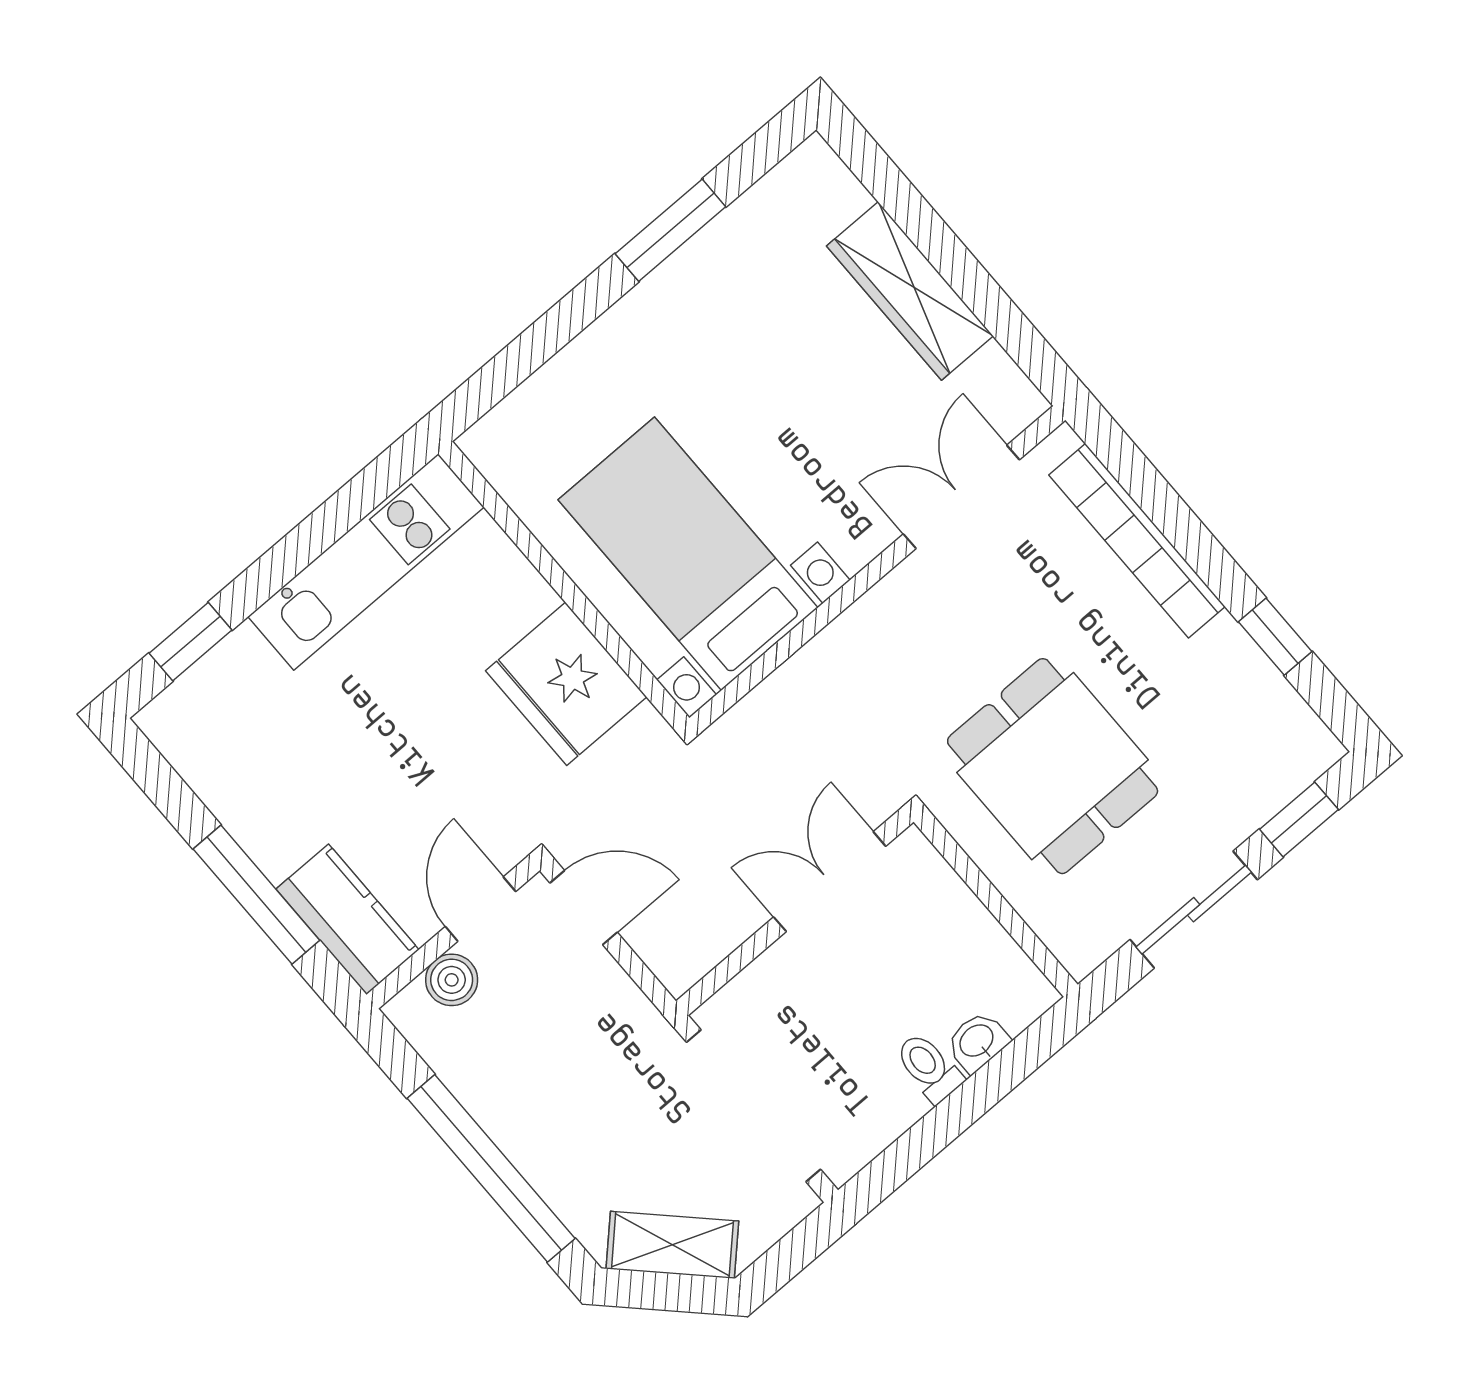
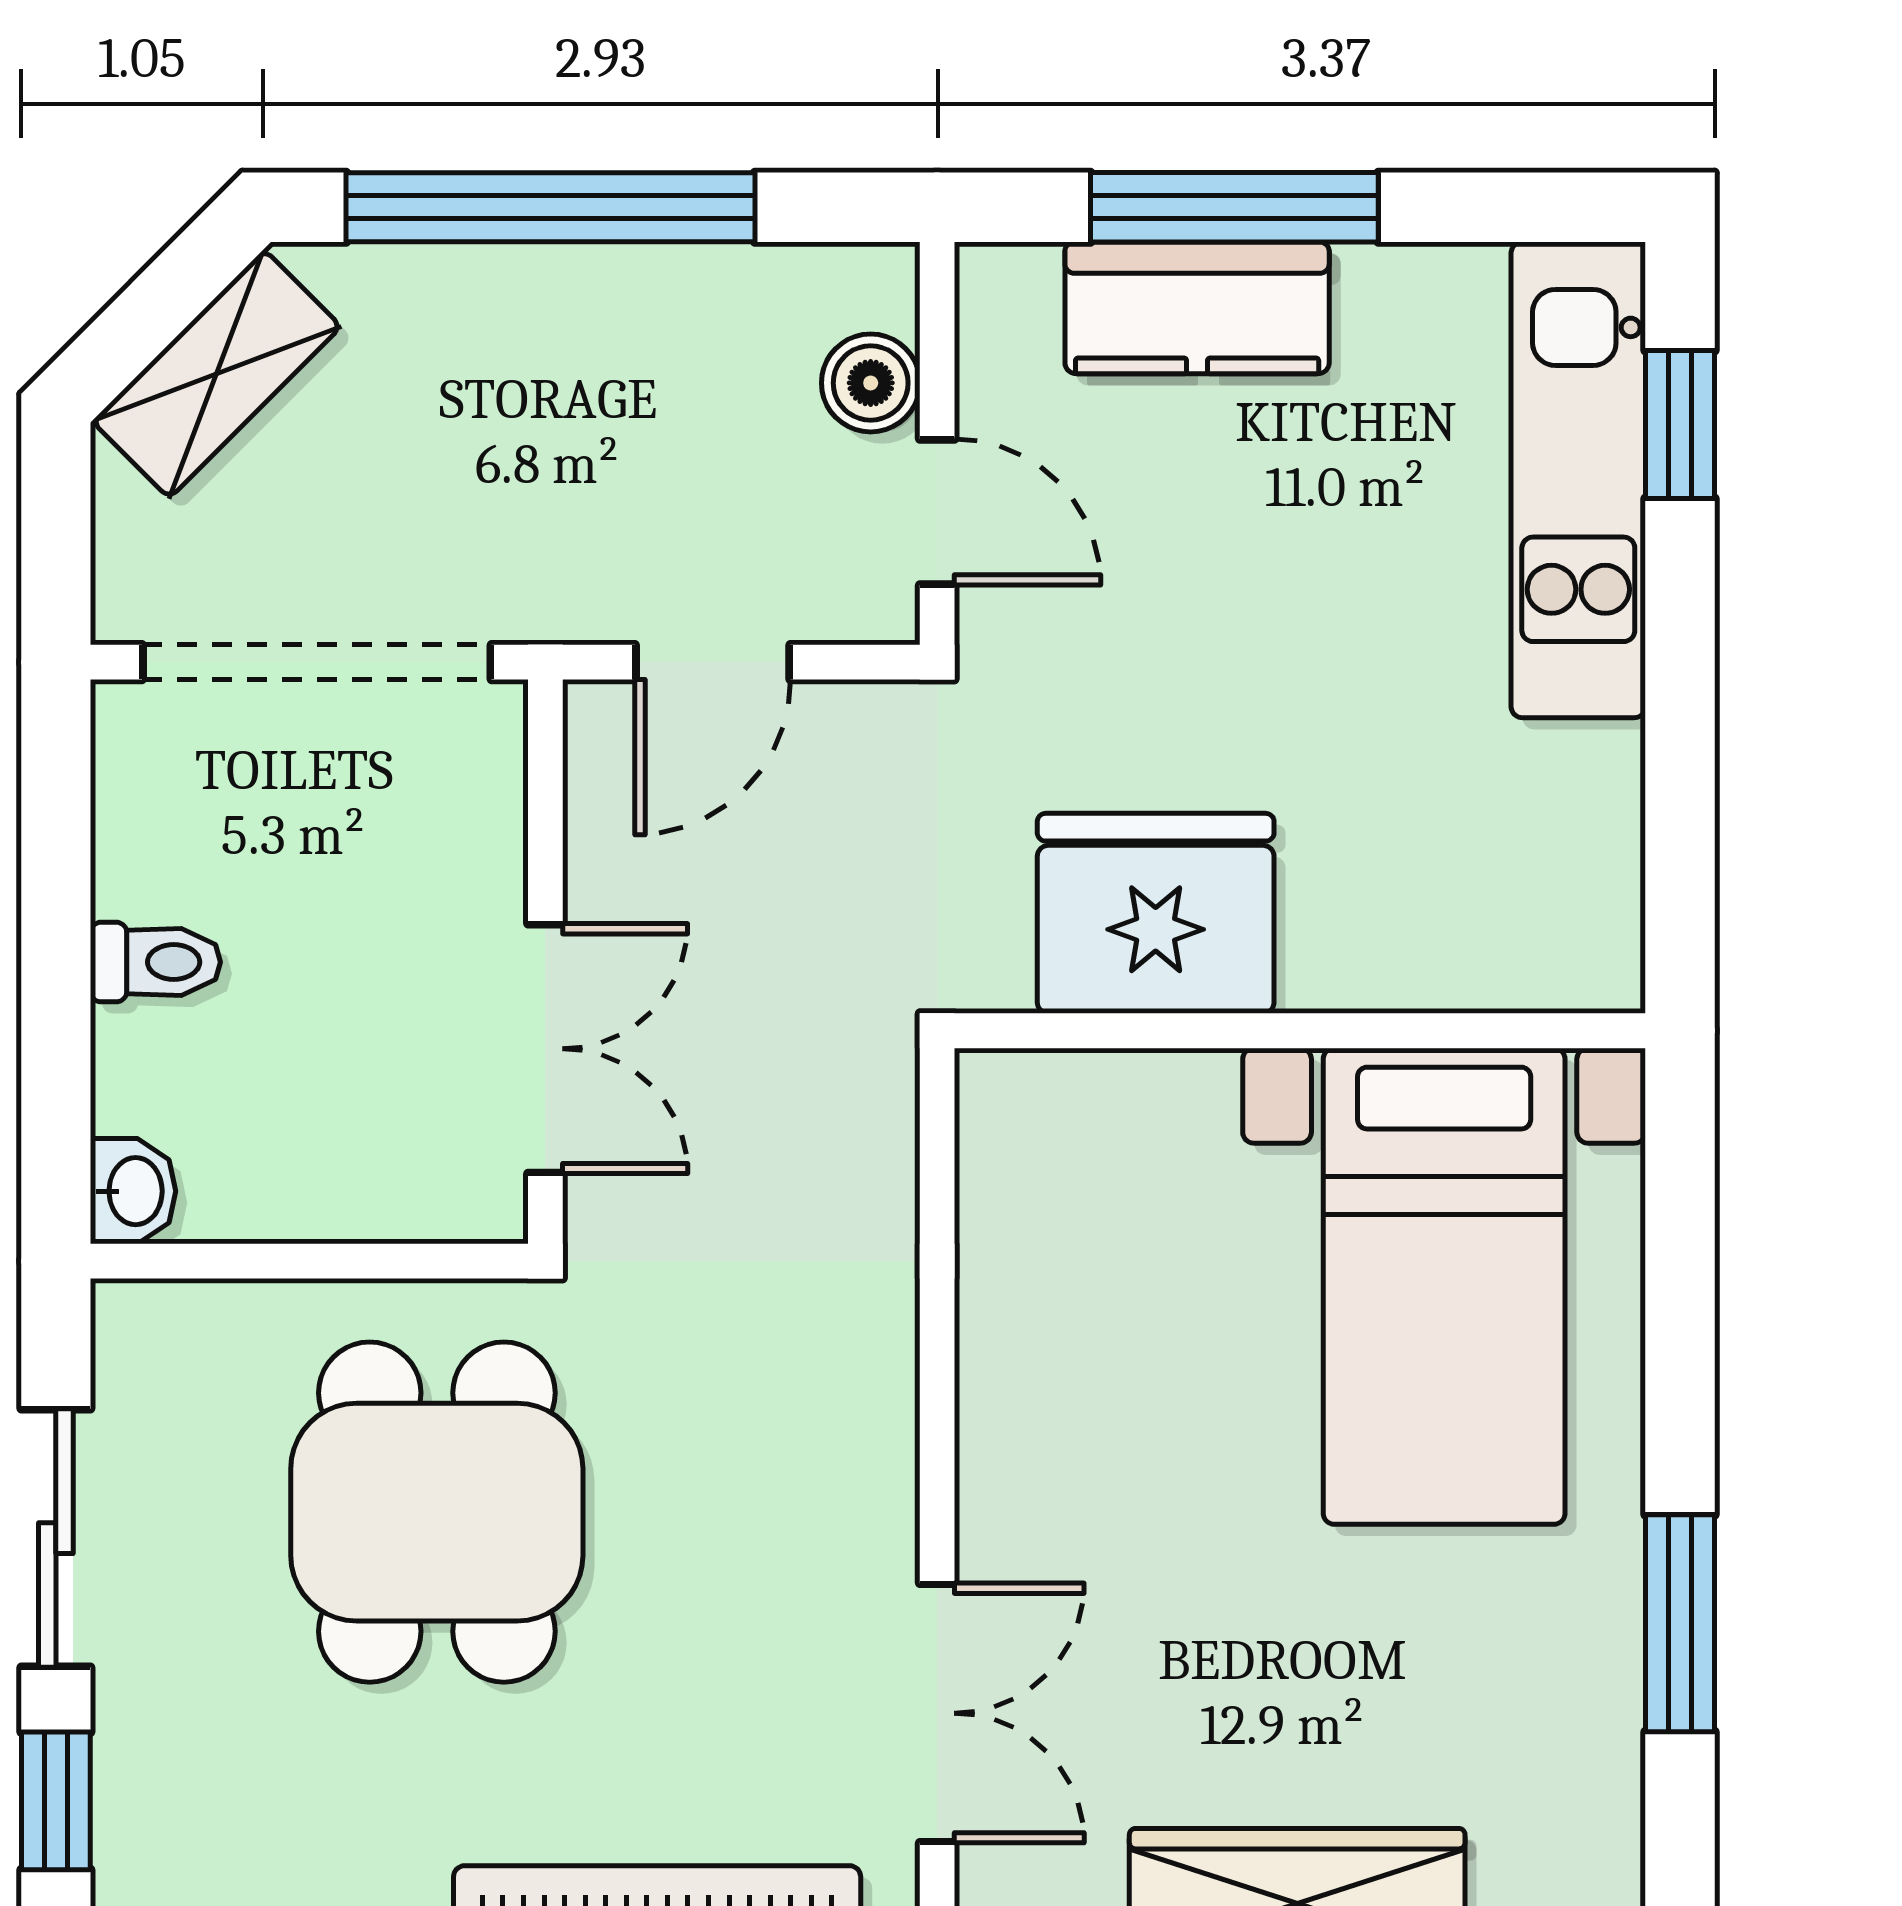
bed with nightstands: (688, 554) -> (1444, 1286), moved, turned 90
kitchen unit: (366, 562) -> (1578, 480), moved
dining table: (1053, 766) -> (437, 1512), turned 90
door: (584, 908) -> (713, 662), moved
kitchen counter: (348, 919) -> (1197, 308), moved
washbasin: (977, 1042) -> (133, 1191), moved

